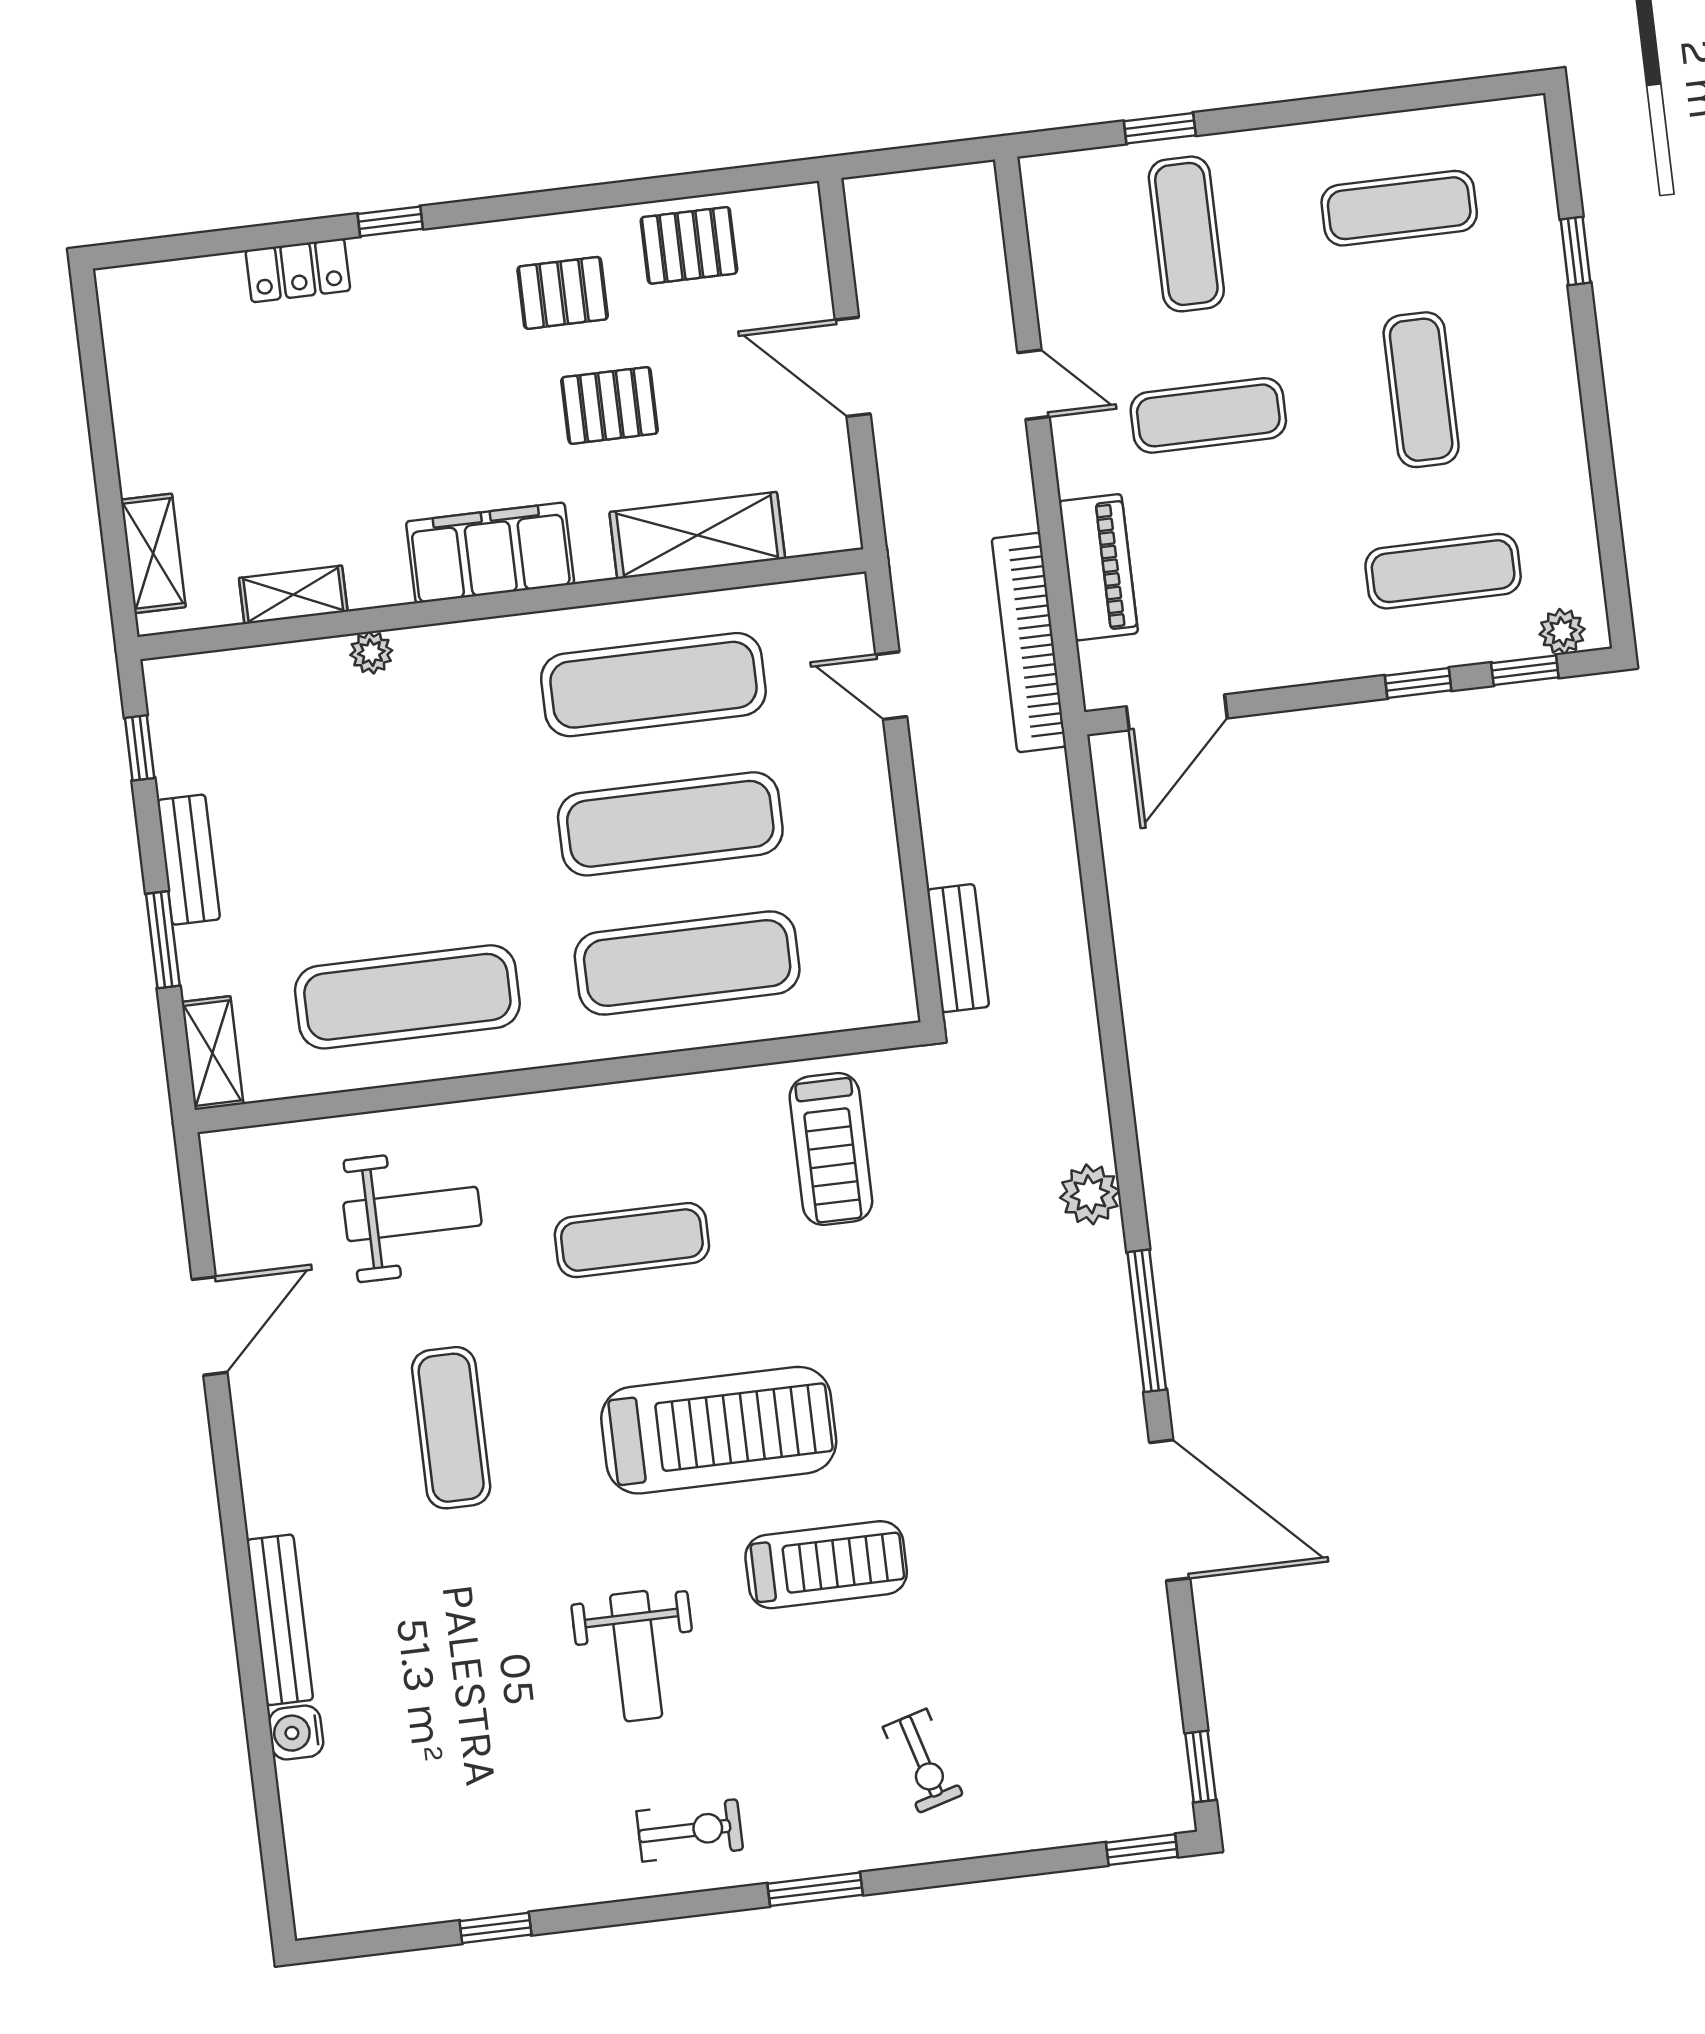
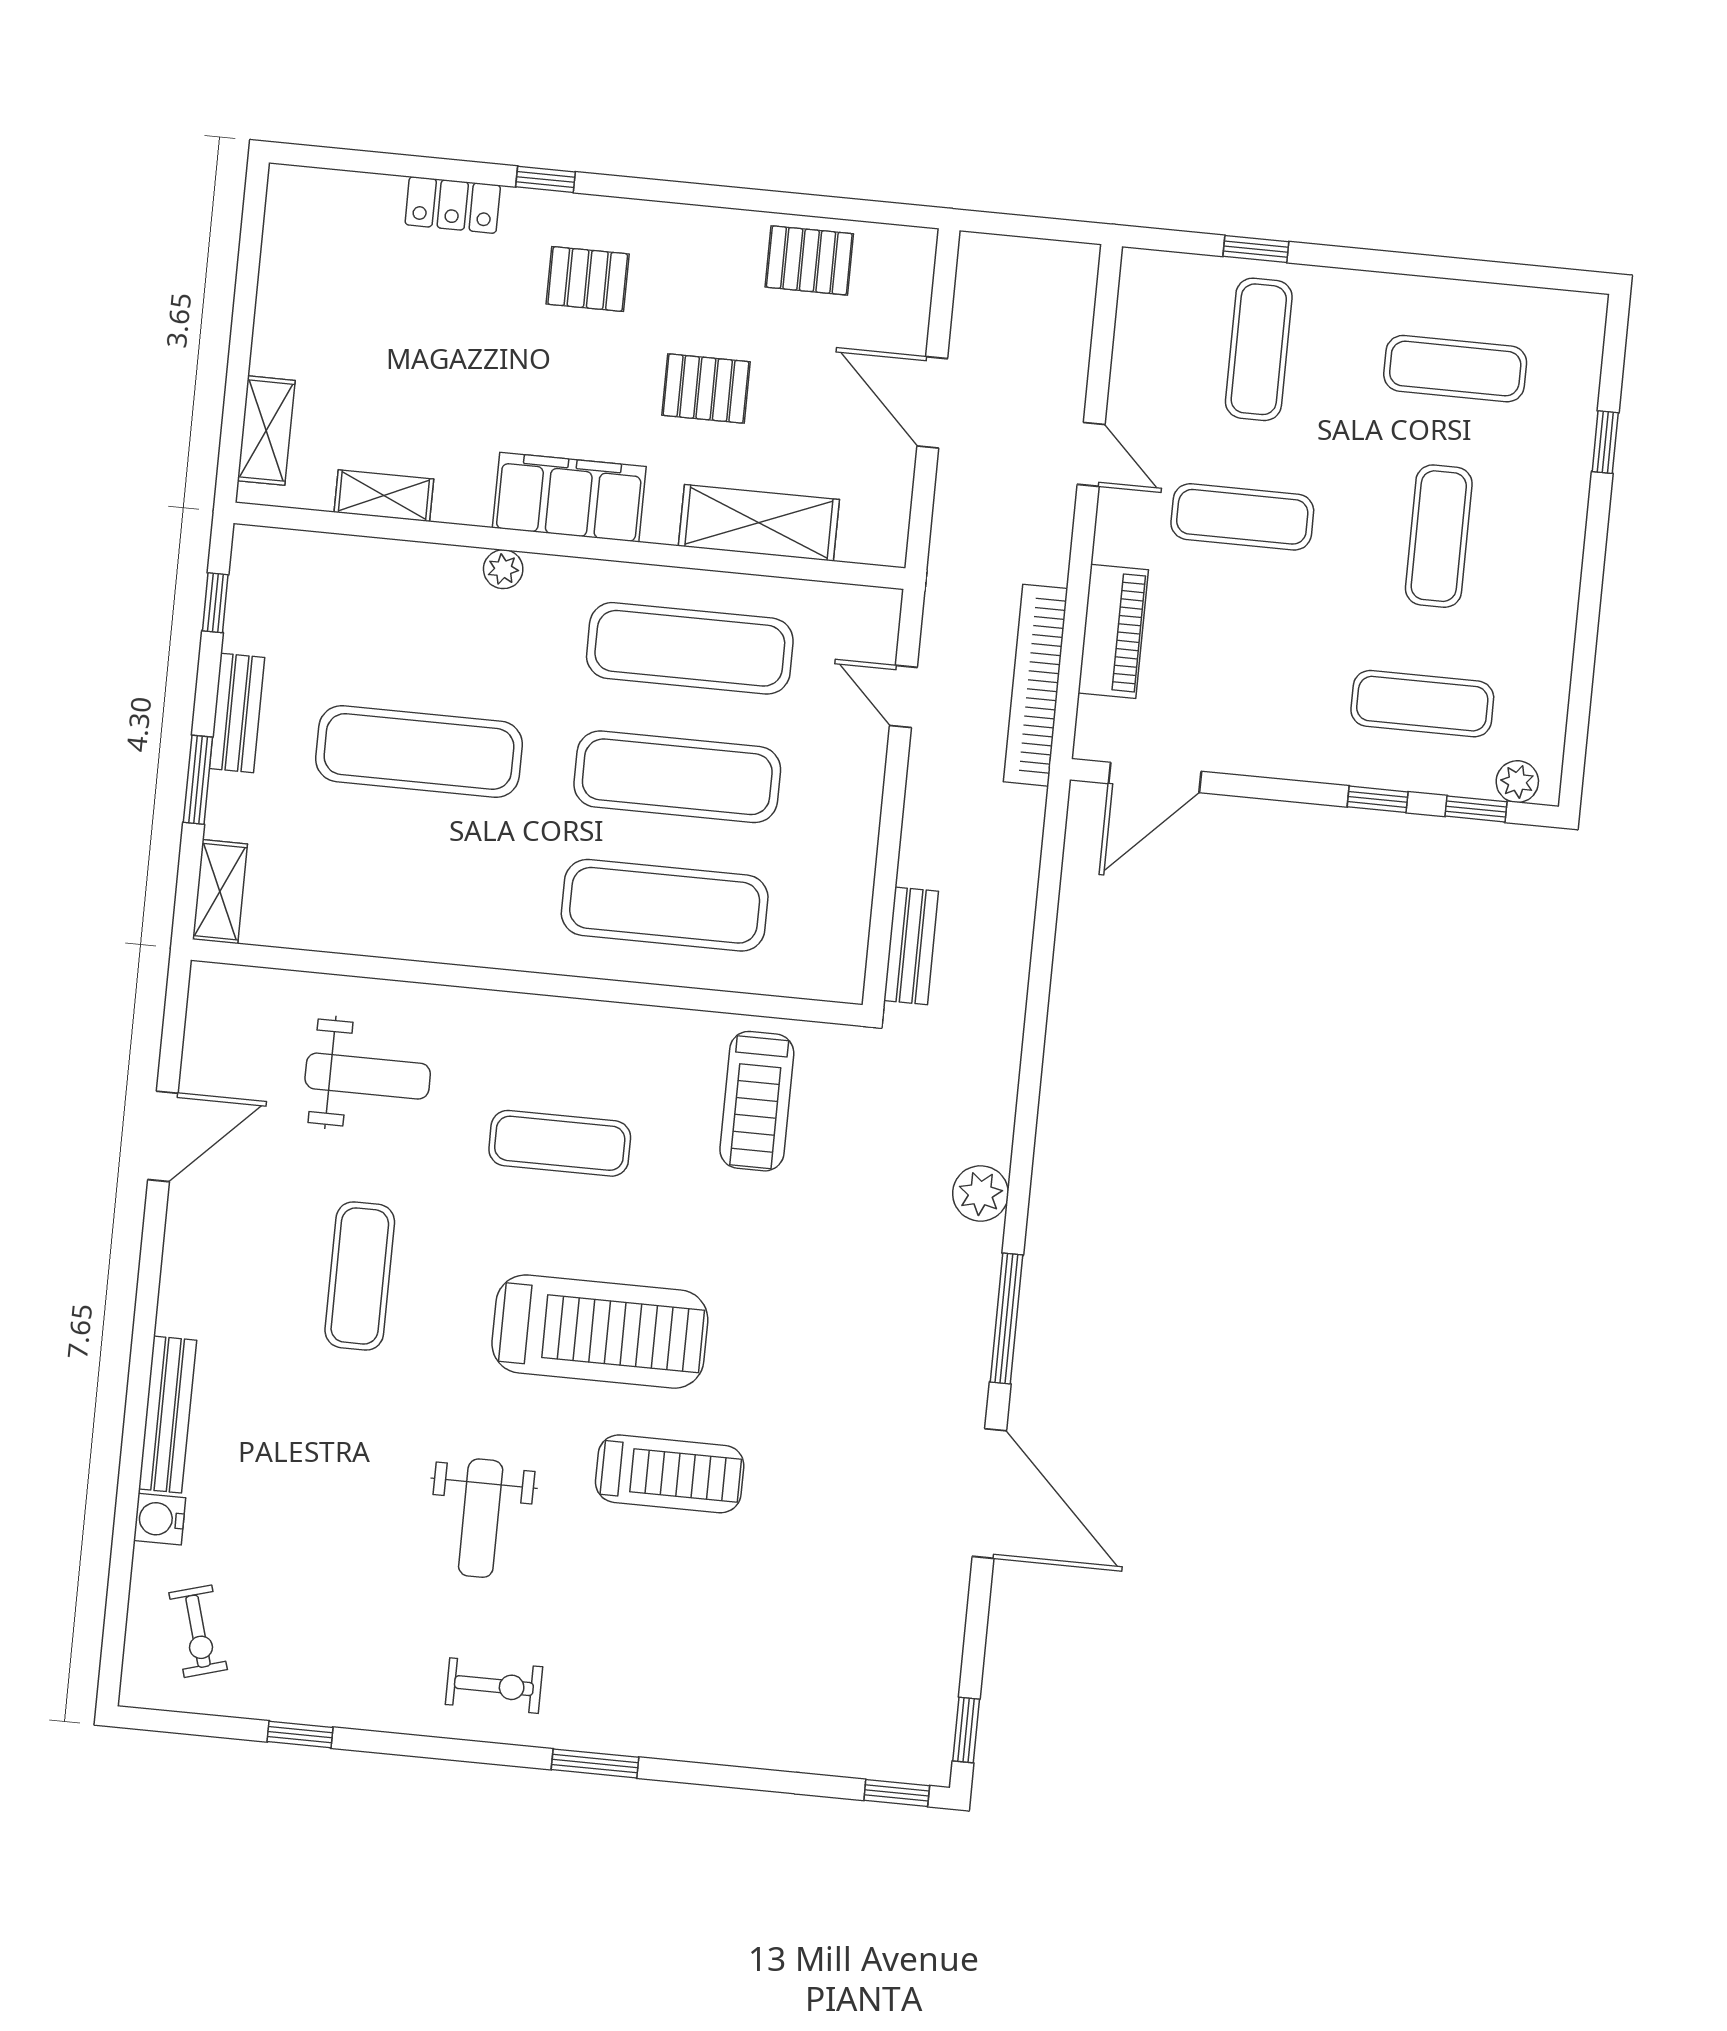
pallet: (563, 293) -> (588, 279), moved
plant: (371, 653) -> (503, 569), moved
exercise mat: (407, 997) -> (419, 751), moved
exercise bike: (923, 1761) -> (198, 1631), moved

